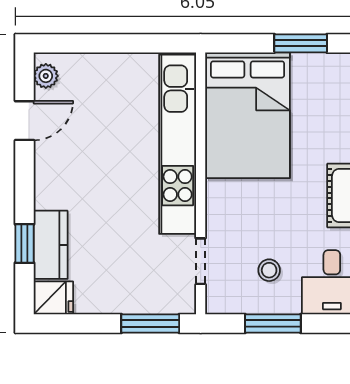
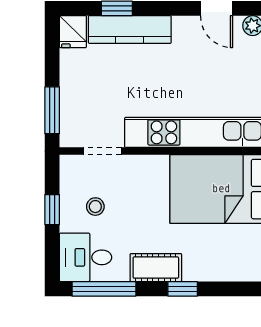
kitchen counter: (51, 245) -> (130, 30), width x1.50
window: (273, 323) -> (52, 210), width x0.67

